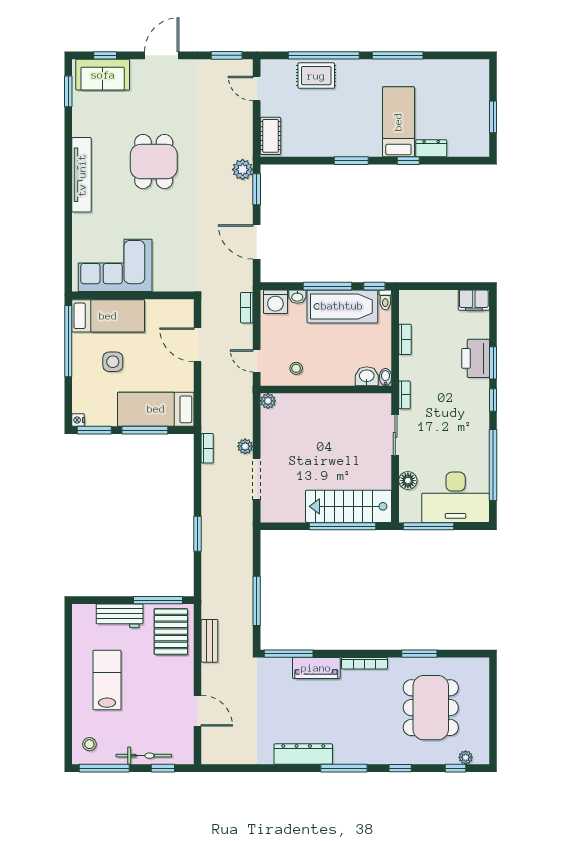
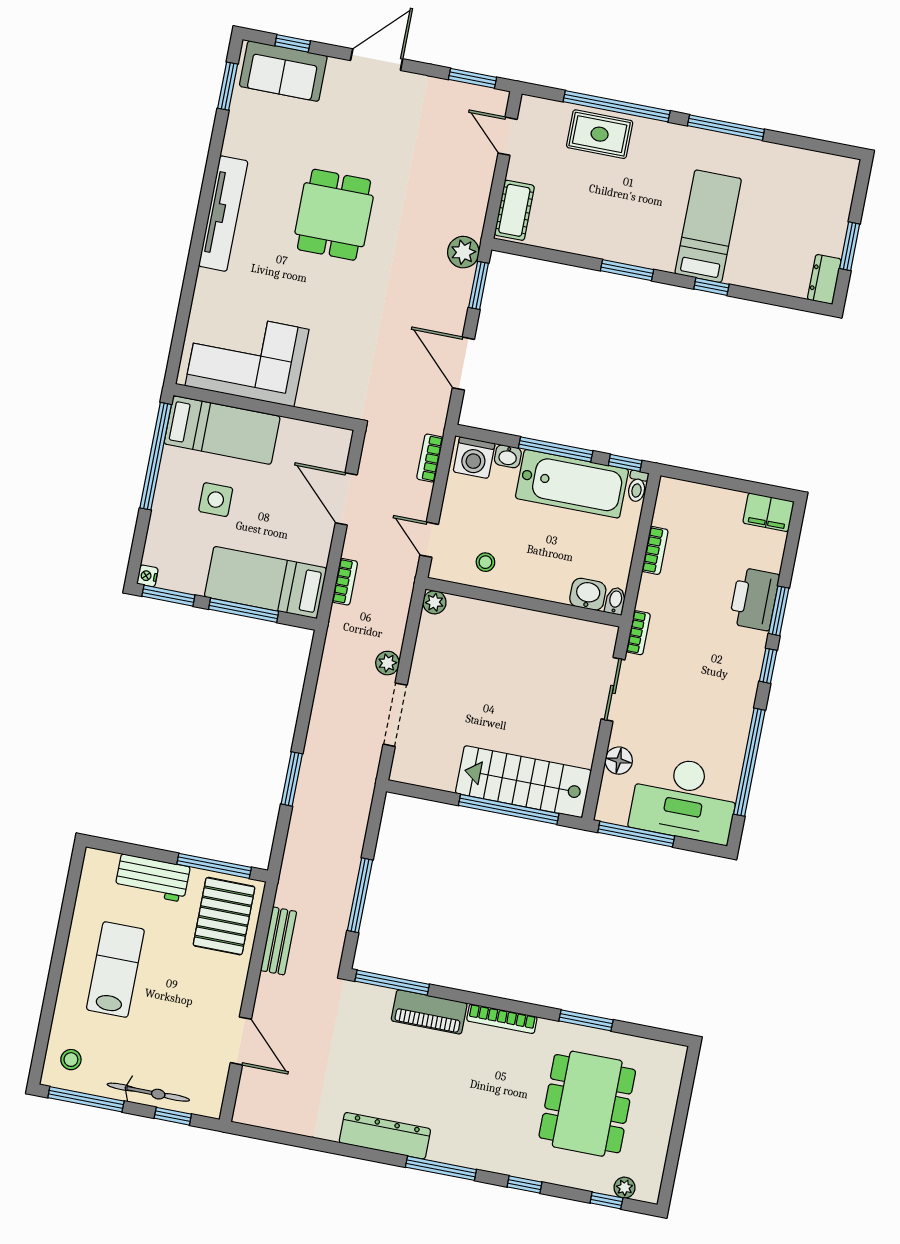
dresser: (431, 148) -> (824, 279), moved, turned -90
bookcase: (207, 448) -> (345, 582), moved

